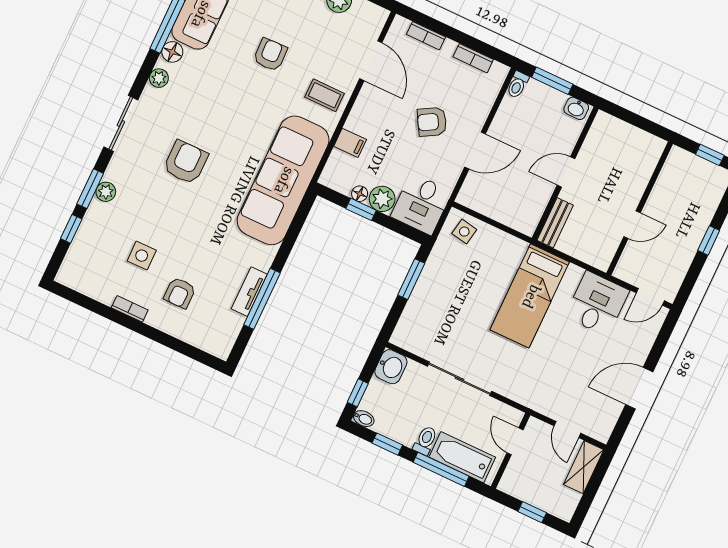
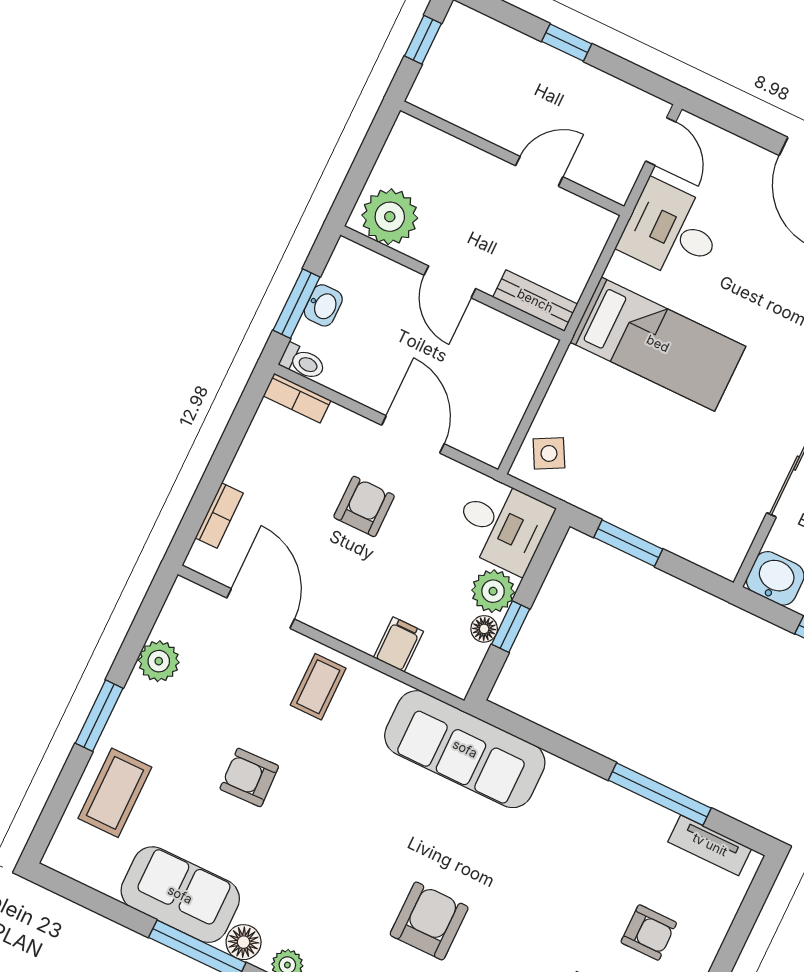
bookcase: (473, 58) -> (297, 398), moved, turned 90
door: (371, 61) -> (261, 608), hinge flipped
washbasin: (576, 108) -> (323, 305), moved
armchair: (432, 122) -> (364, 506), turned -150
plant: (604, 136) -> (390, 217), added
armchair: (186, 162) -> (429, 921), turned 90
sofa: (283, 180) -> (465, 749), width x0.74, depth x0.79
door: (632, 225) -> (539, 171), hinge flipped
side table: (464, 232) -> (549, 453), turned -38
tv unit: (249, 292) -> (710, 845), moved

